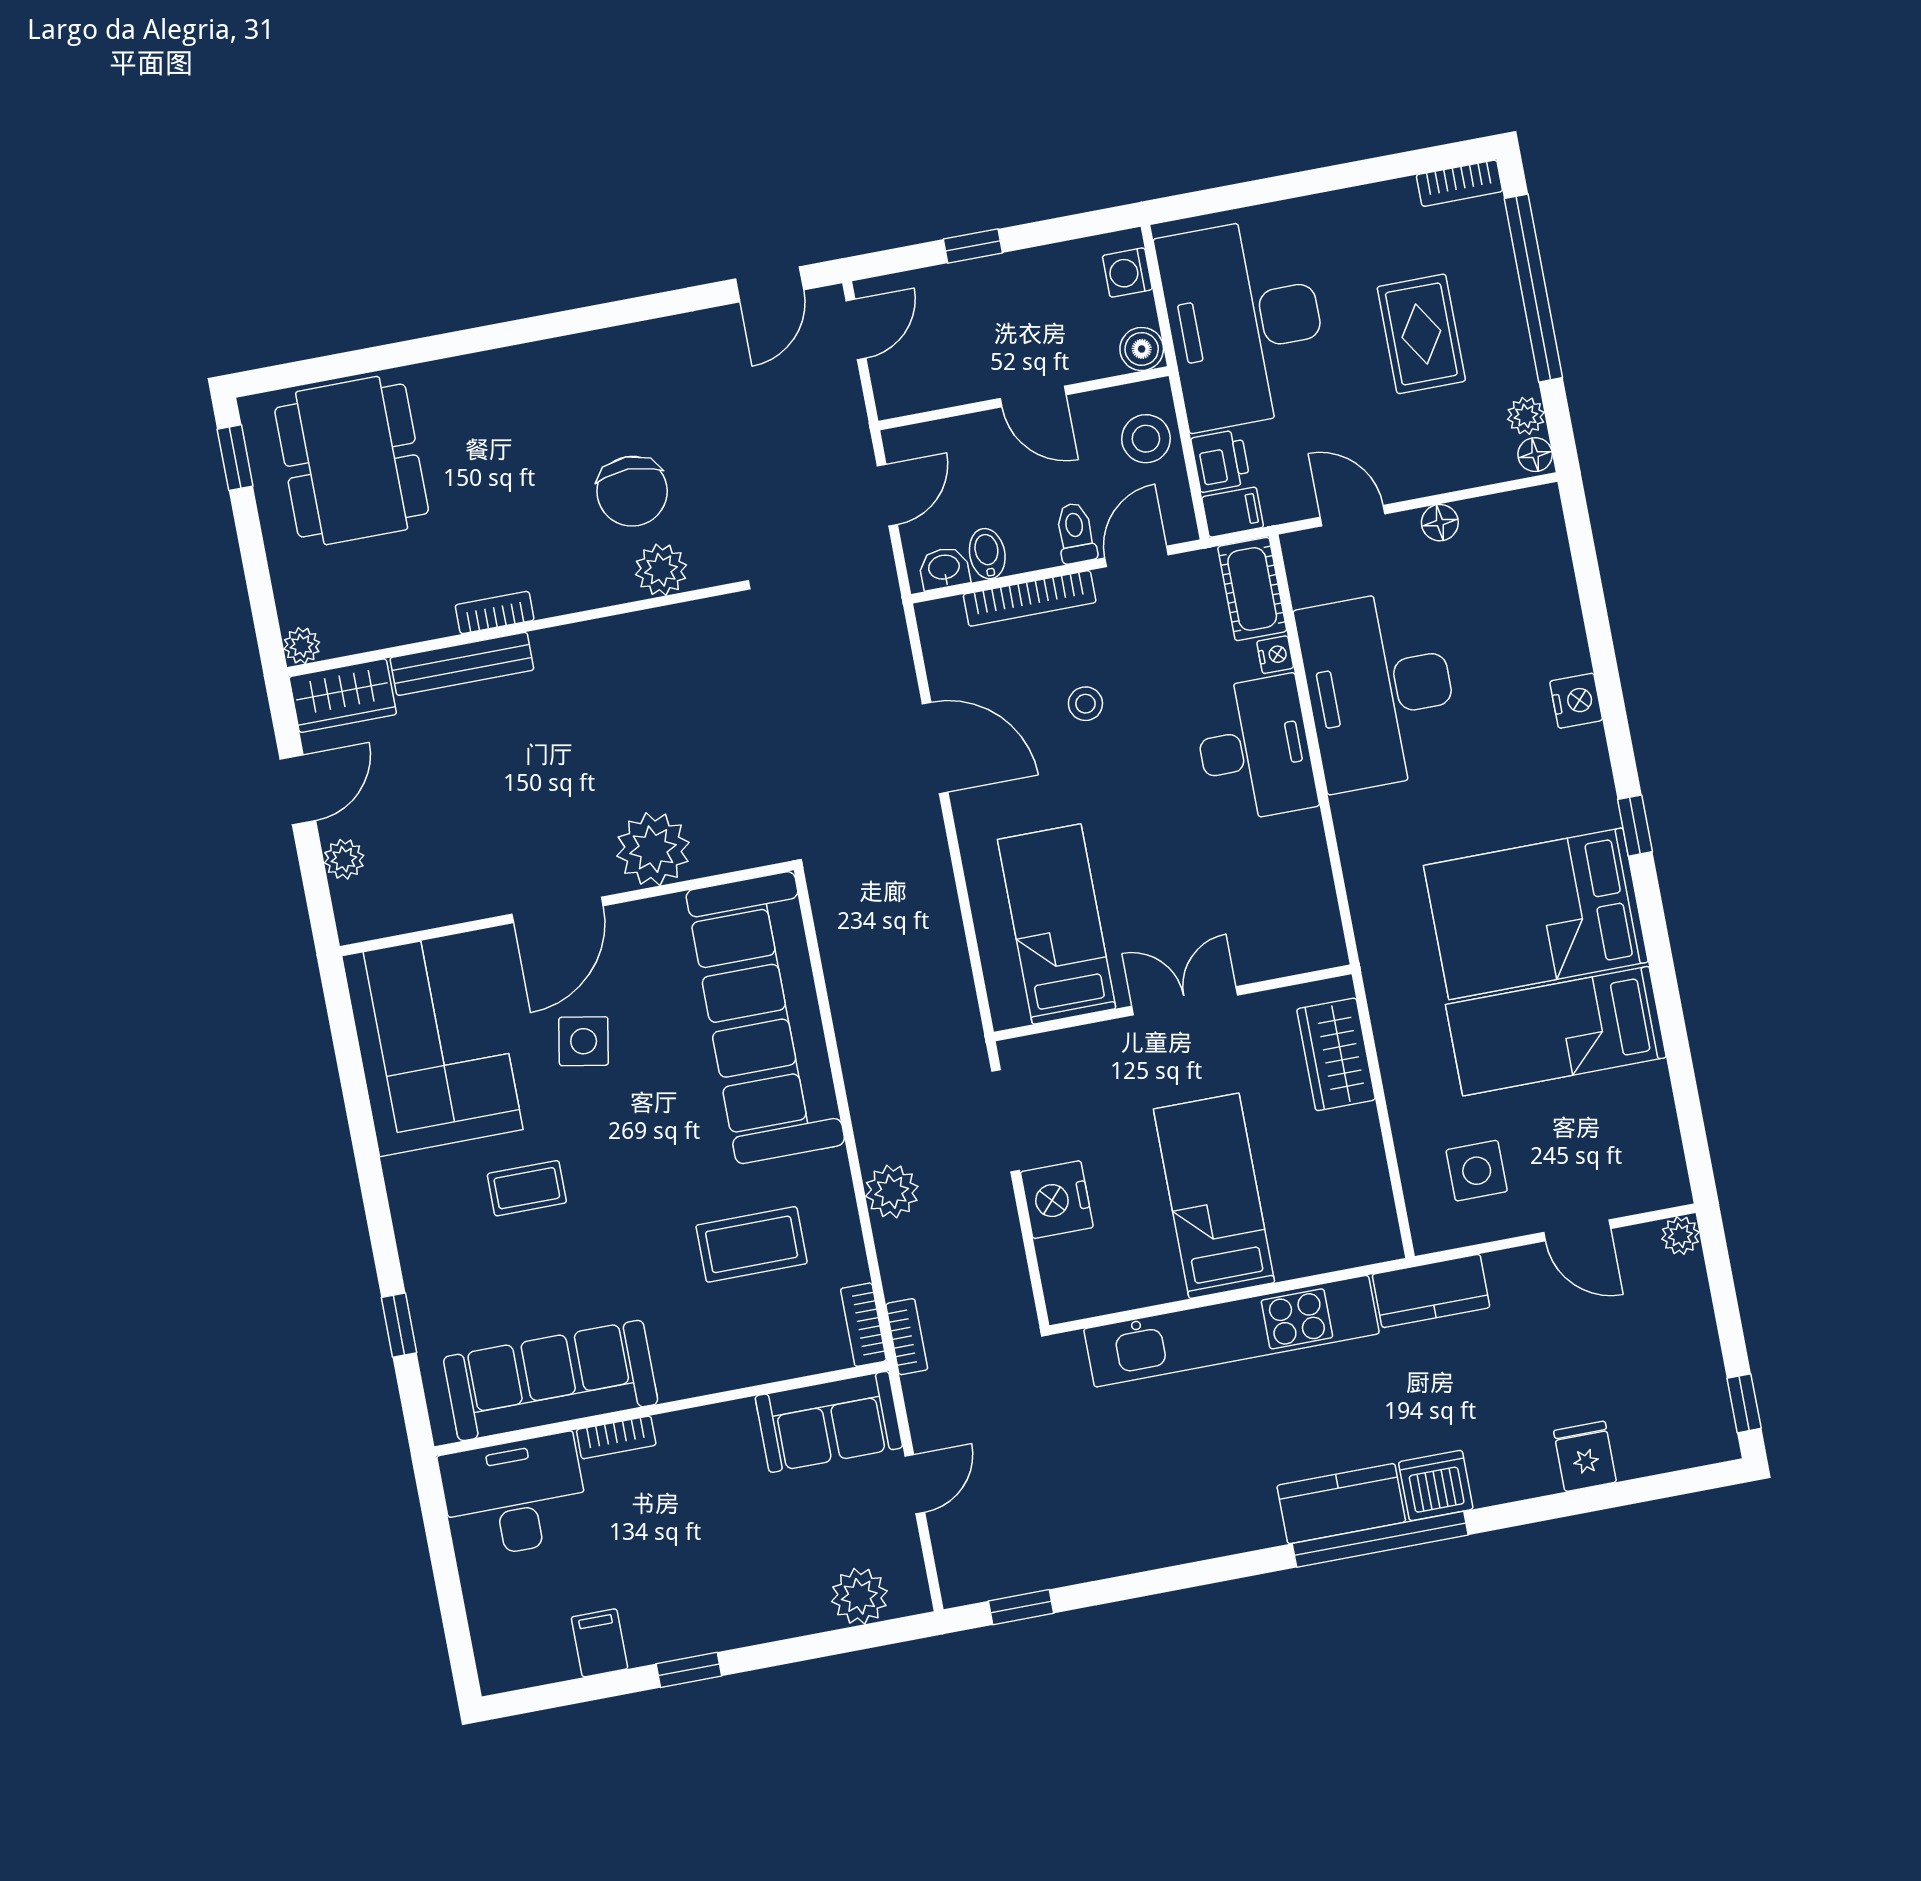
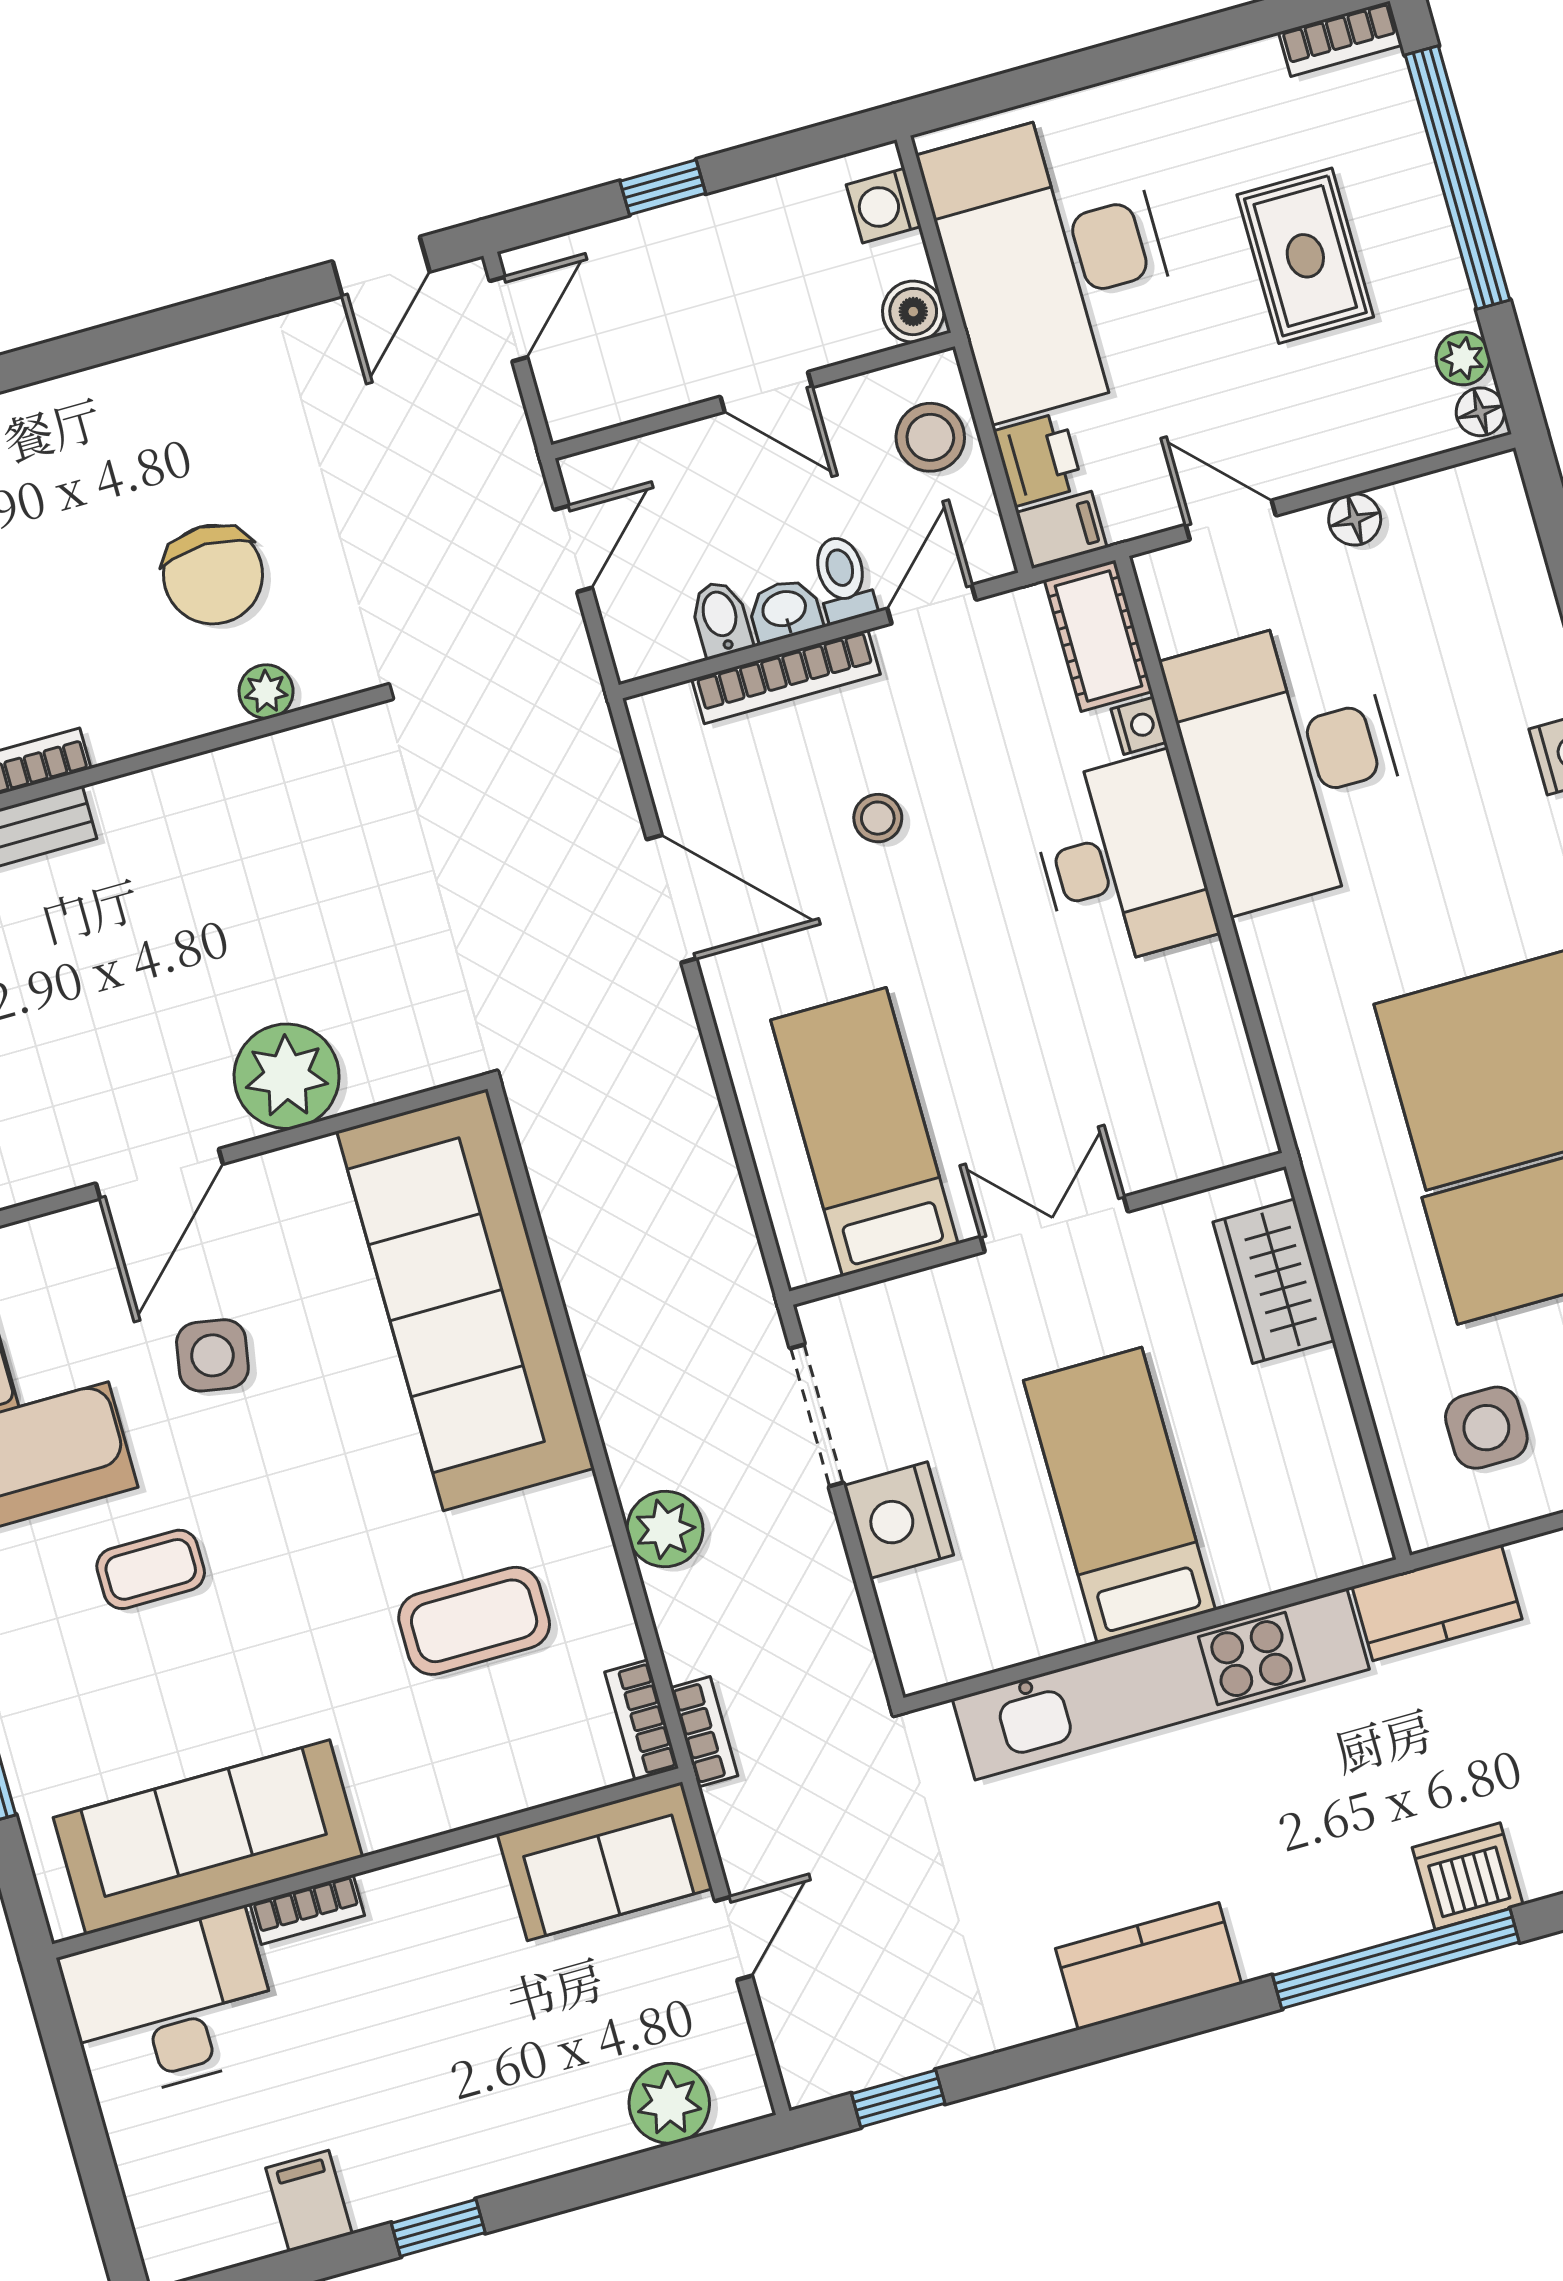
washbasin: (944, 568) -> (785, 610), moved
plant: (661, 570) -> (266, 691), width x0.73, depth x0.73
kitchen counter: (1341, 1504) -> (1149, 1966), moved

